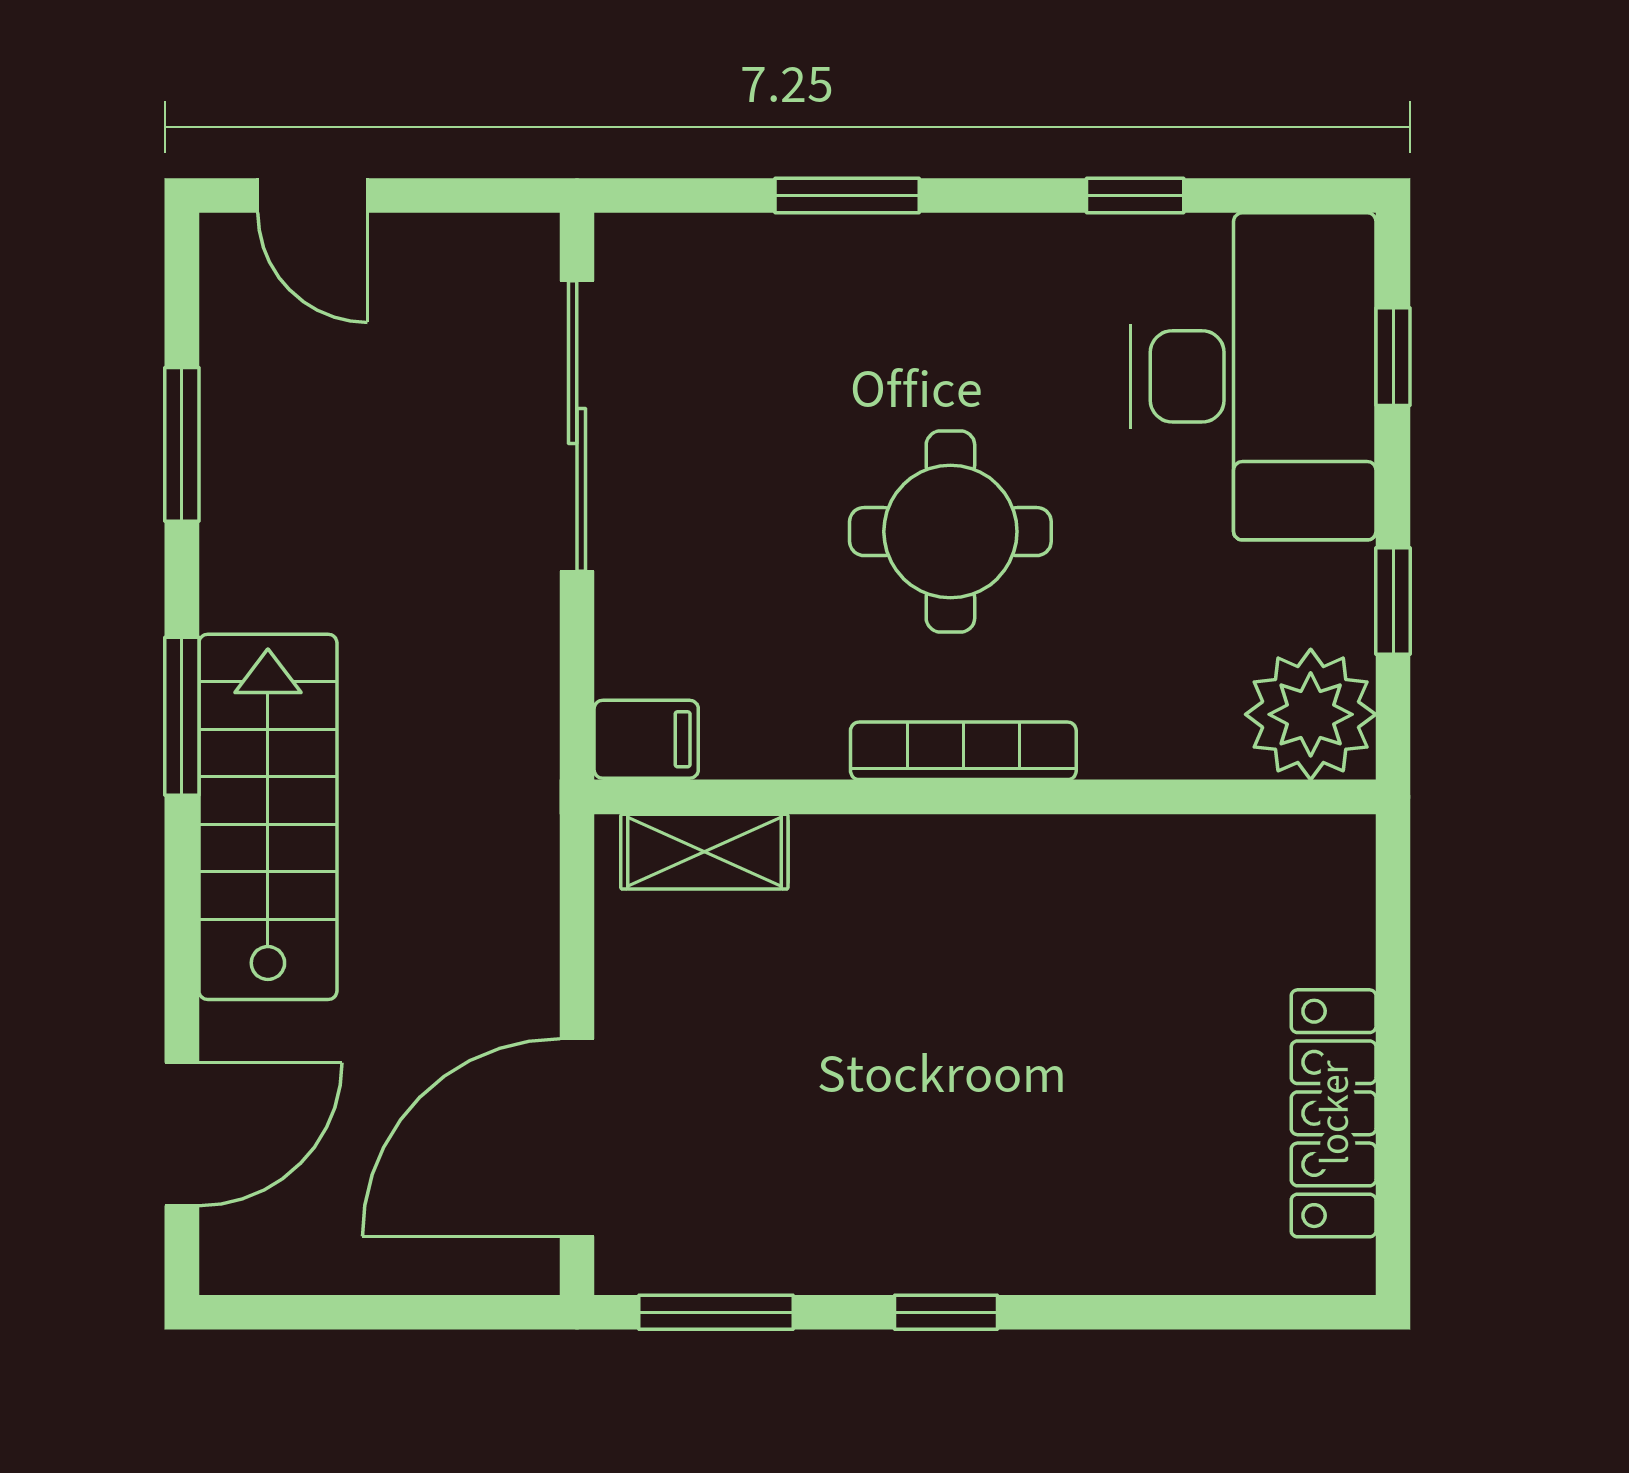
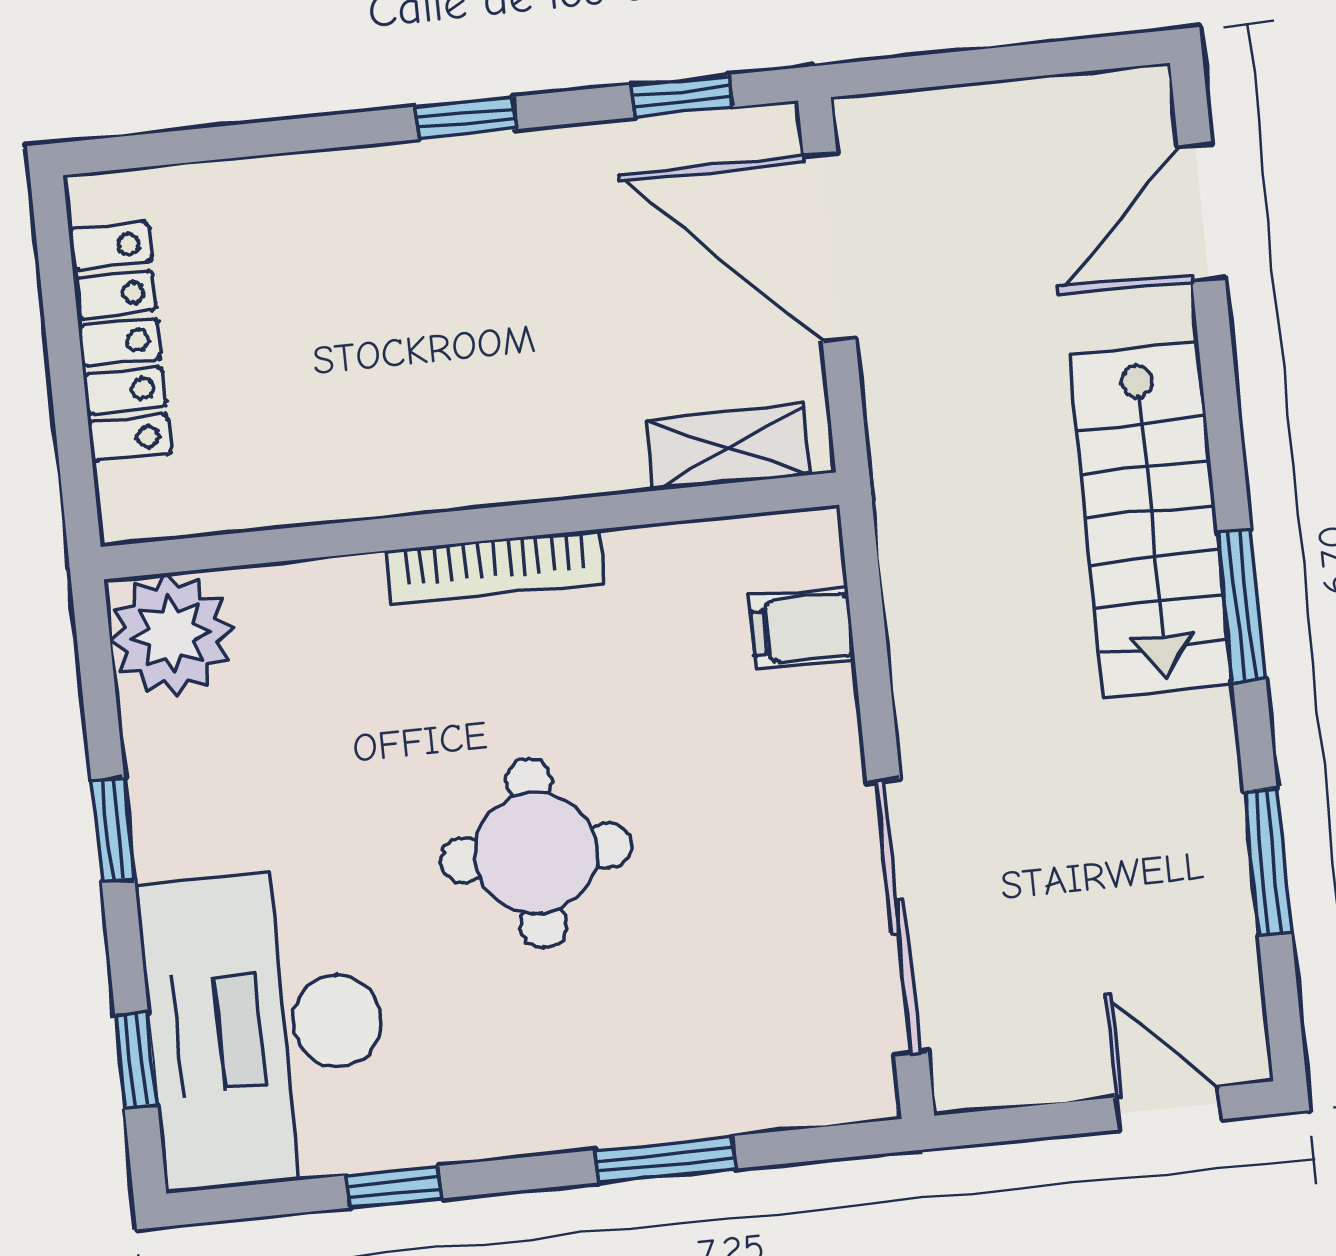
plant: (1311, 714) -> (171, 634), moved
bookcase: (963, 751) -> (495, 567), moved
wall: (985, 797) -> (470, 526), moved
shelving: (704, 852) -> (729, 447), moved
door: (577, 1138) -> (830, 247), swing flipped
window: (716, 1312) -> (682, 96), width x0.67

